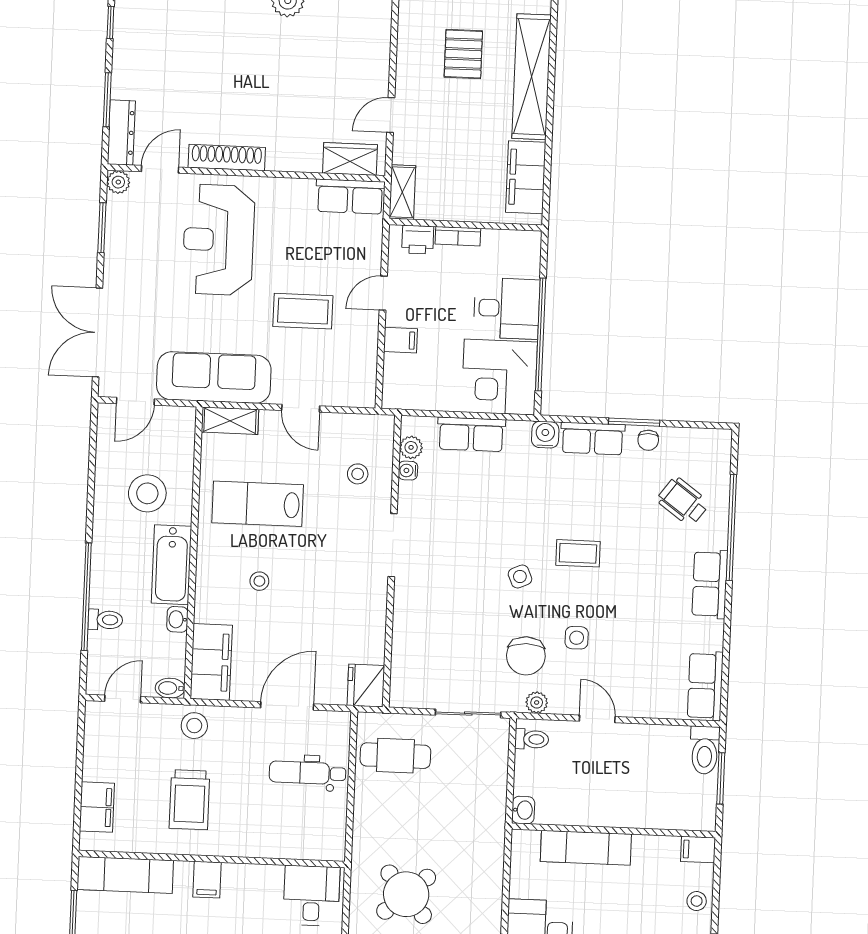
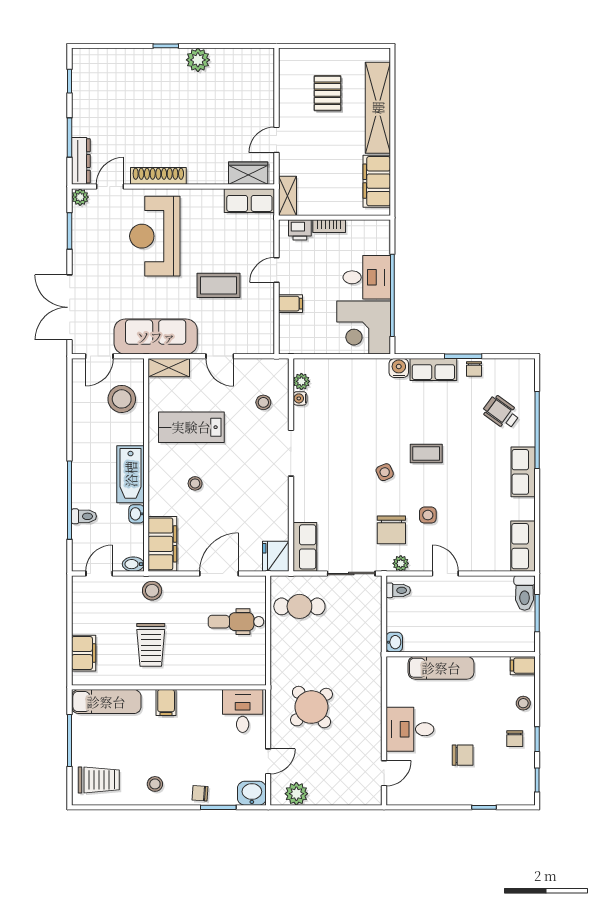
row of seats: (471, 434) -> (305, 547), moved, turned -90
stool: (147, 493) -> (122, 399), moved

